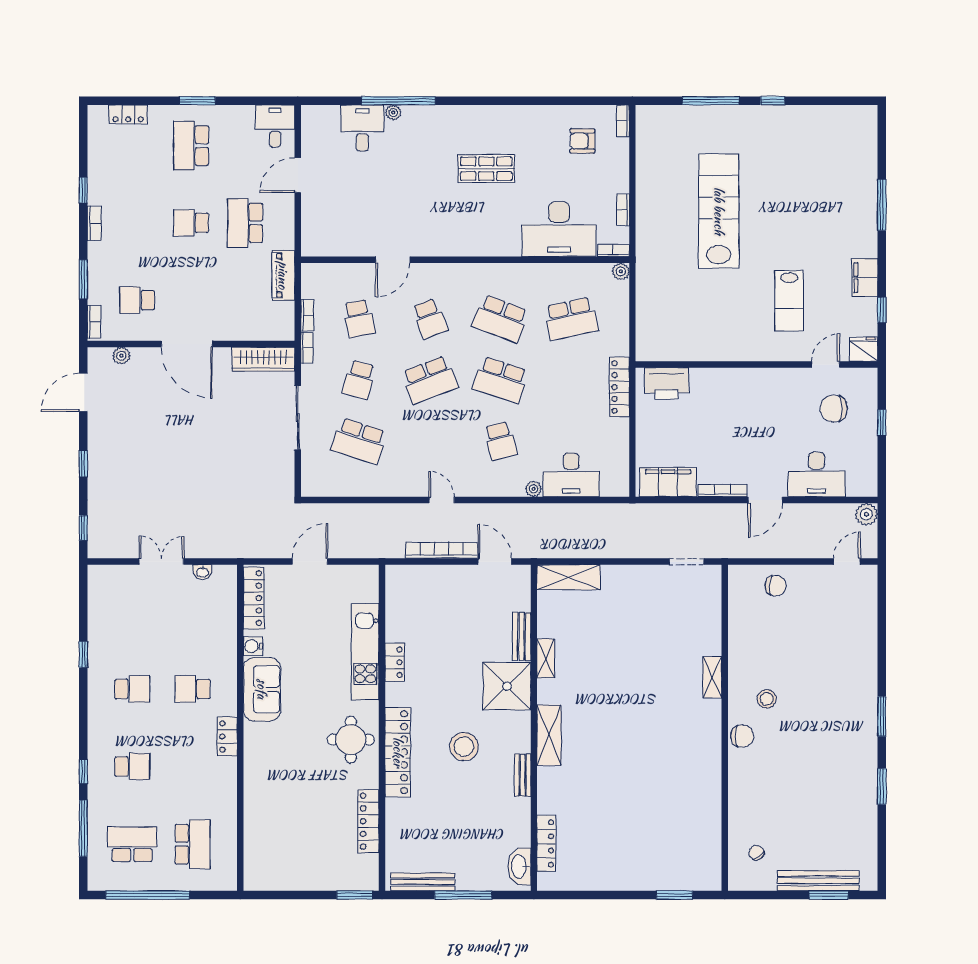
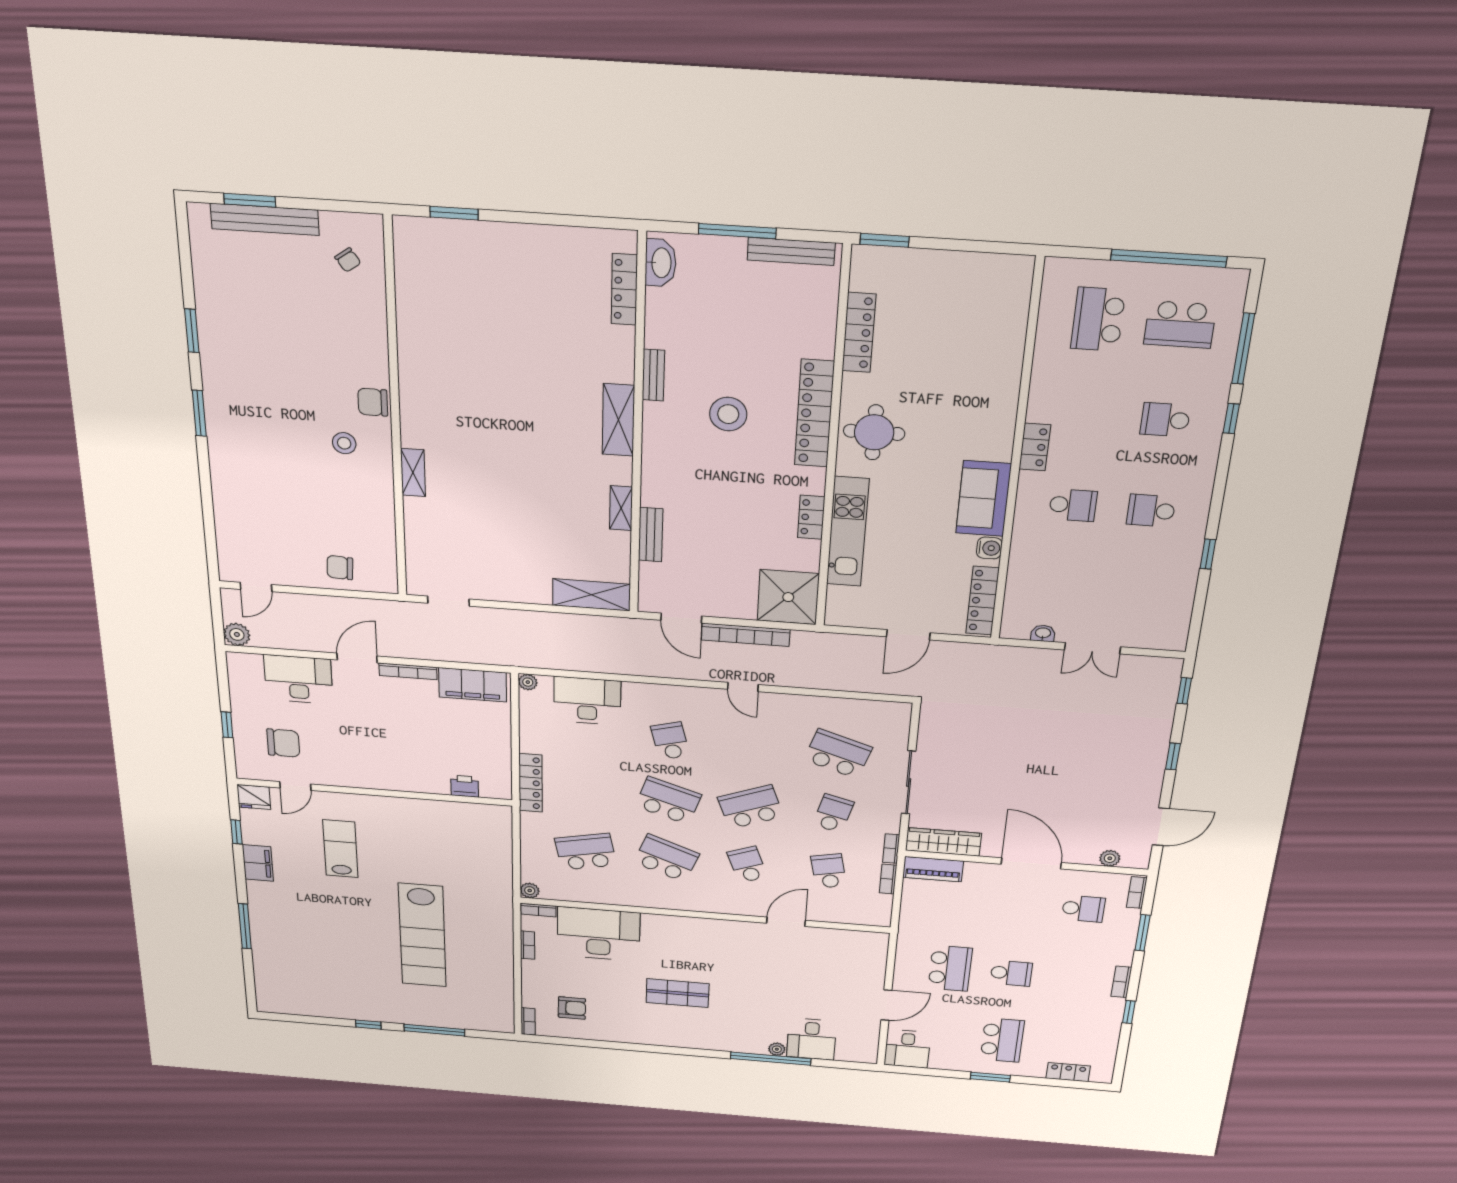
piano: (283, 275) -> (933, 869), moved, turned 90
printer: (667, 383) -> (465, 786), width x0.53, depth x0.68
plant: (534, 489) -> (528, 682), moved
shower: (507, 686) -> (788, 597), moved

